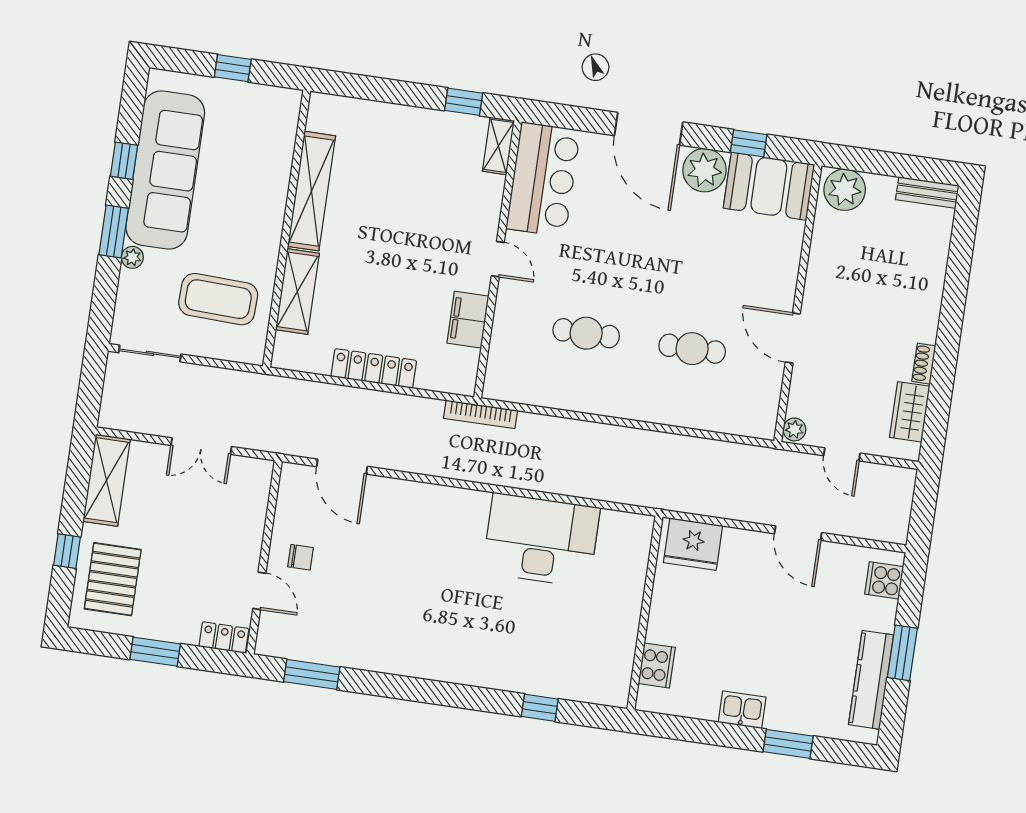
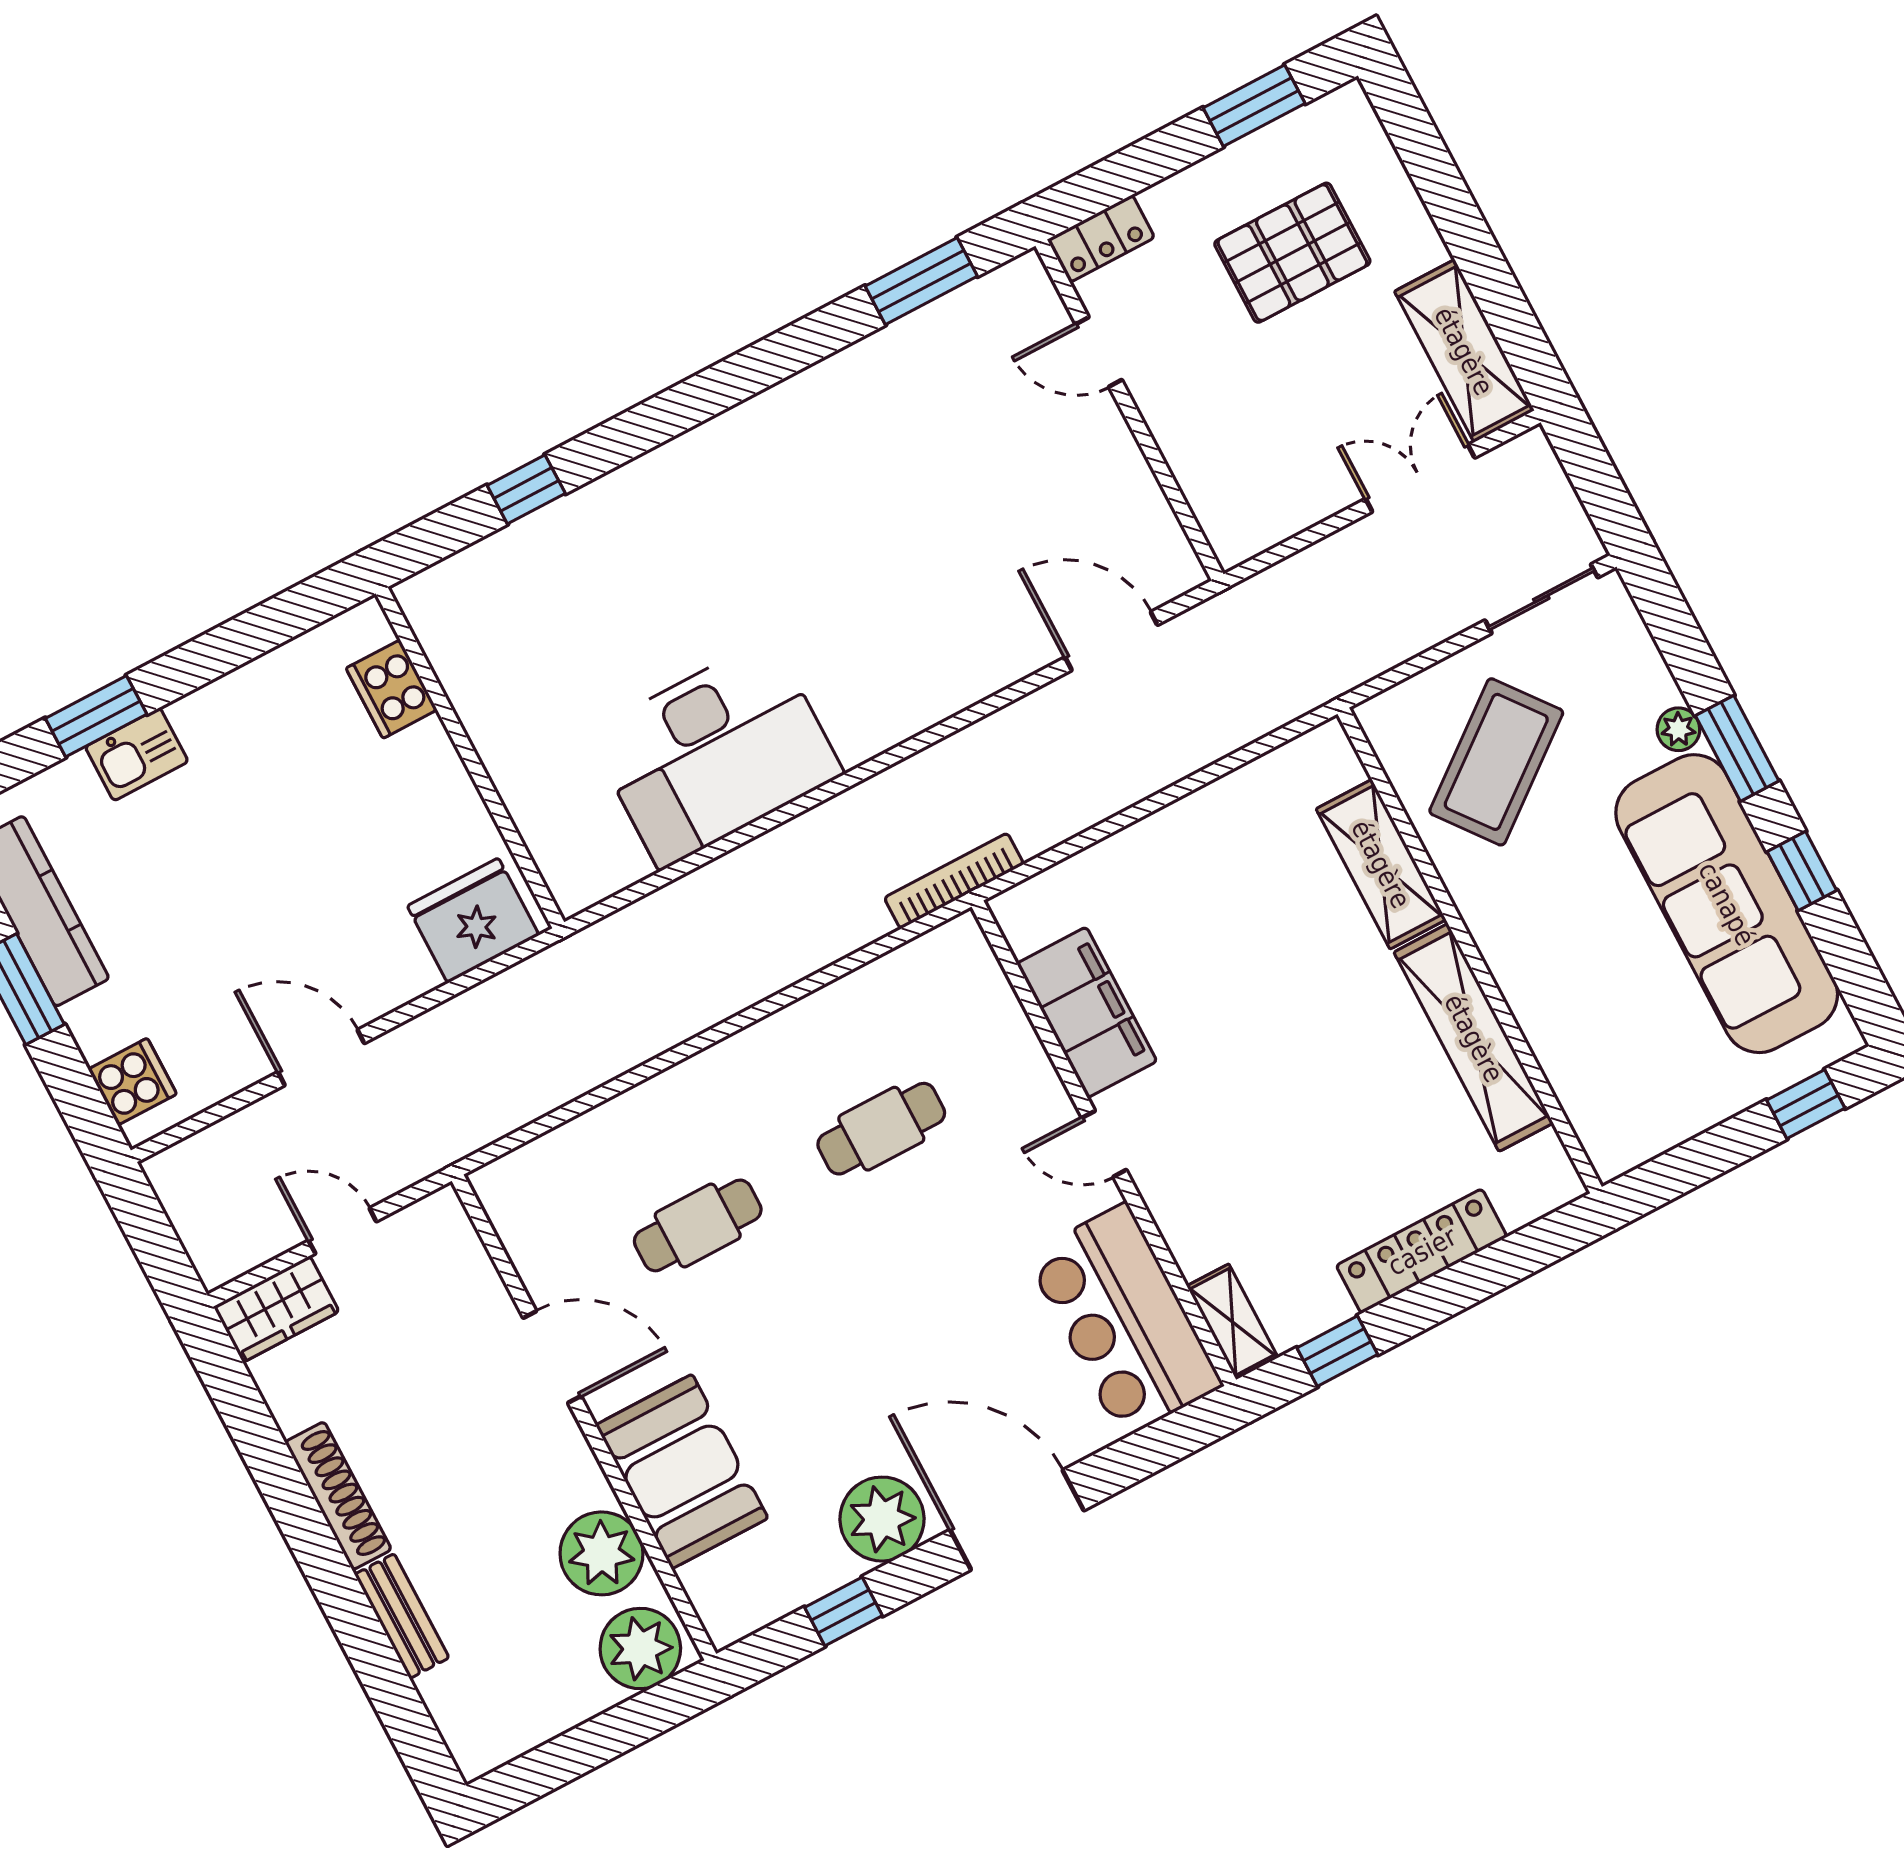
window: (233, 68) -> (1806, 1104), moved
booth: (769, 186) -> (682, 1472), moved, turned 90
bench: (927, 193) -> (402, 1616), moved, turned 90
coffee table: (218, 299) -> (1496, 762), turned -40
filing cabinet: (468, 320) -> (1087, 1012), width x1.50, depth x1.17
shoe rack: (924, 364) -> (338, 1496), width x1.94, depth x1.24
locker: (374, 368) -> (1422, 1251), moved, turned 180
wardrobe: (910, 412) -> (276, 1309), moved, turned 90
plant: (794, 429) -> (601, 1553), moved, width x1.87, depth x1.87
double door: (201, 446) -> (1420, 478), moved
window: (67, 551) -> (1445, 195), removed
chair: (301, 557) -> (1073, 452), removed
pallet: (113, 579) -> (1292, 253), moved, turned 90
window: (155, 652) -> (1254, 106), moved
kitchen sink: (742, 710) -> (137, 754), moved

